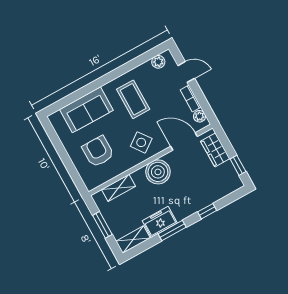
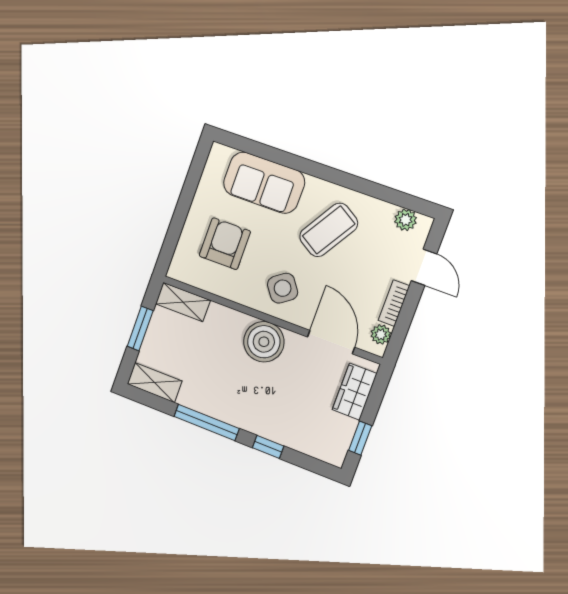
coffee table: (133, 99) -> (329, 230), turned 32
shelving: (119, 188) -> (183, 302), moved
freezer: (160, 222) -> (204, 398), removed
window: (172, 231) -> (207, 422), width x1.44

